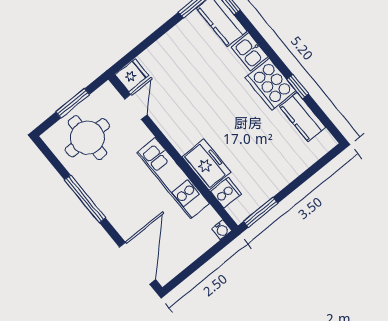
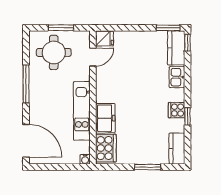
cooker: (271, 84) -> (177, 110), width x0.53, depth x0.76
kitchen counter: (303, 117) -> (177, 149), moved
cooker: (226, 193) -> (106, 148), width x1.87, depth x1.31
window: (261, 212) -> (148, 167), moved
door: (137, 263) -> (26, 141), hinge flipped

